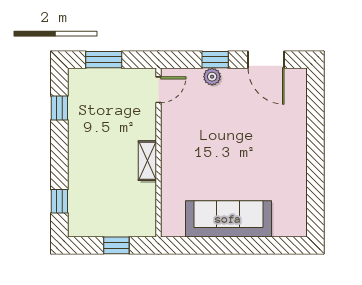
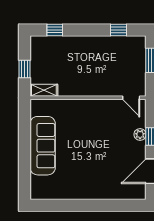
shelving: (147, 161) -> (44, 90), moved

